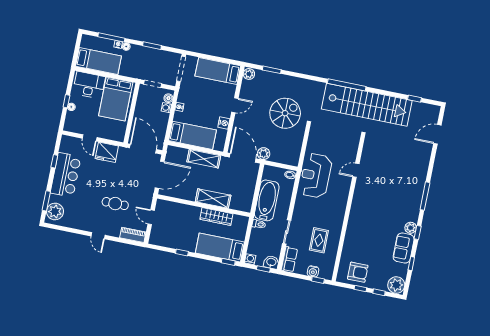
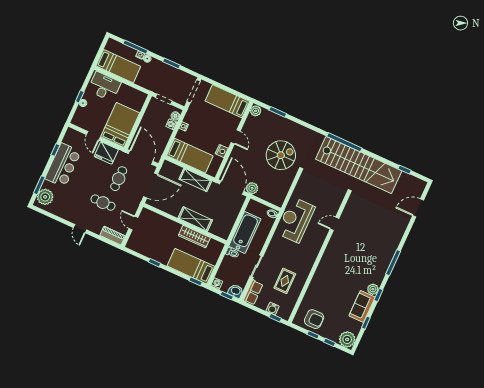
bed: (116, 99) -> (120, 125), moved, turned 180
door: (235, 105) -> (236, 137), hinge flipped
cafe table: (126, 175) -> (119, 179), added

